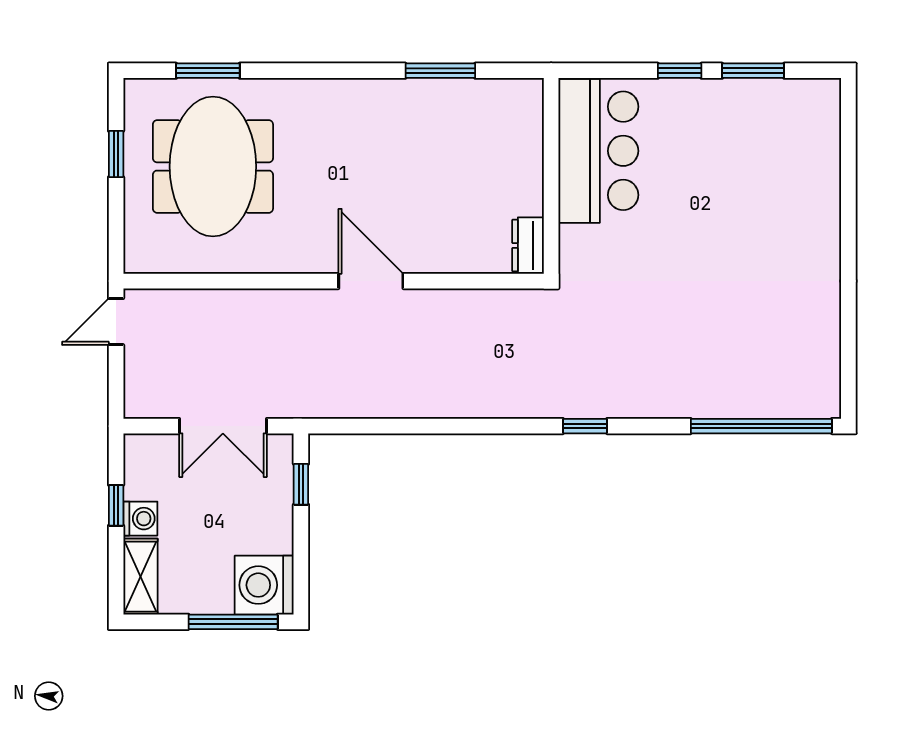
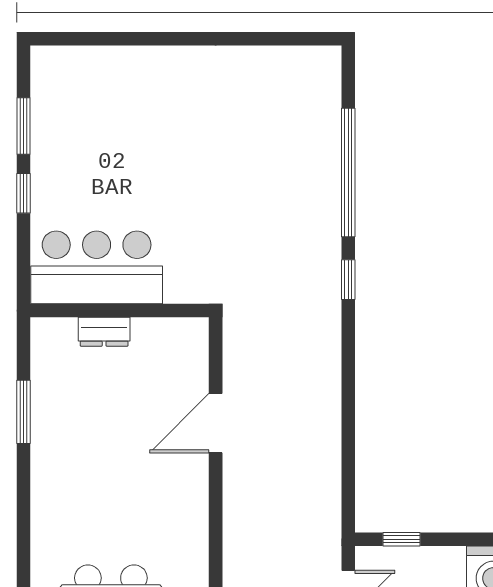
dresser: (528, 246) -> (104, 332), moved
door: (371, 281) -> (216, 423), moved
window: (761, 426) -> (348, 173), moved

